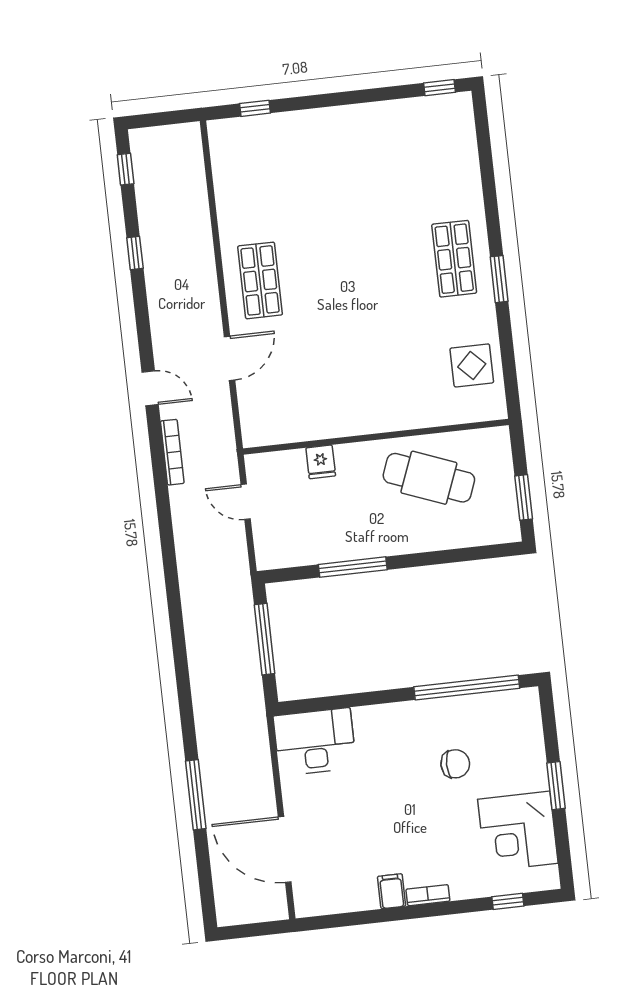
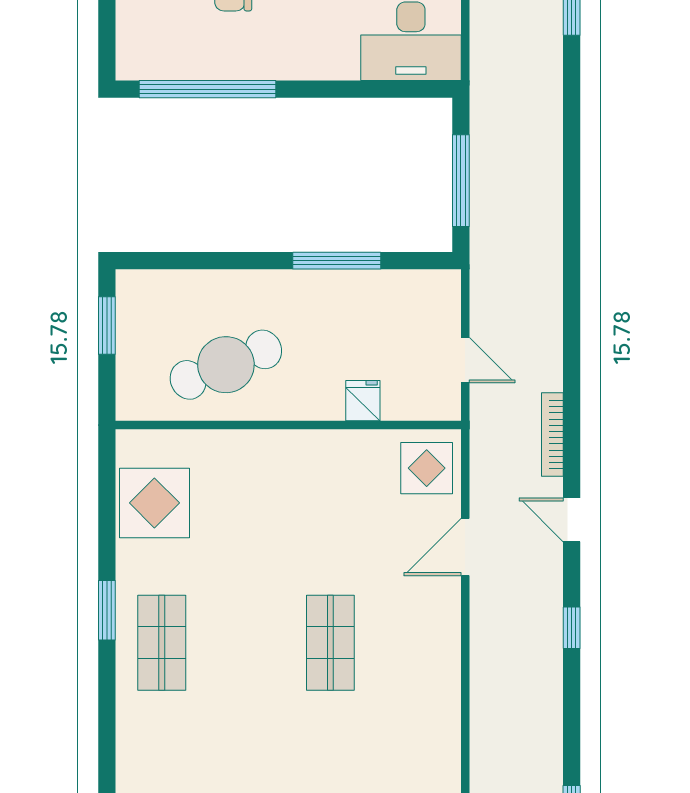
window: (135, 253) -> (572, 628), moved
shop shelf: (260, 280) -> (330, 643), moved
display table: (472, 365) -> (154, 503), width x1.36, depth x1.36
display table: (266, 416) -> (427, 468), added
cafe table: (429, 478) -> (226, 365), turned -43

